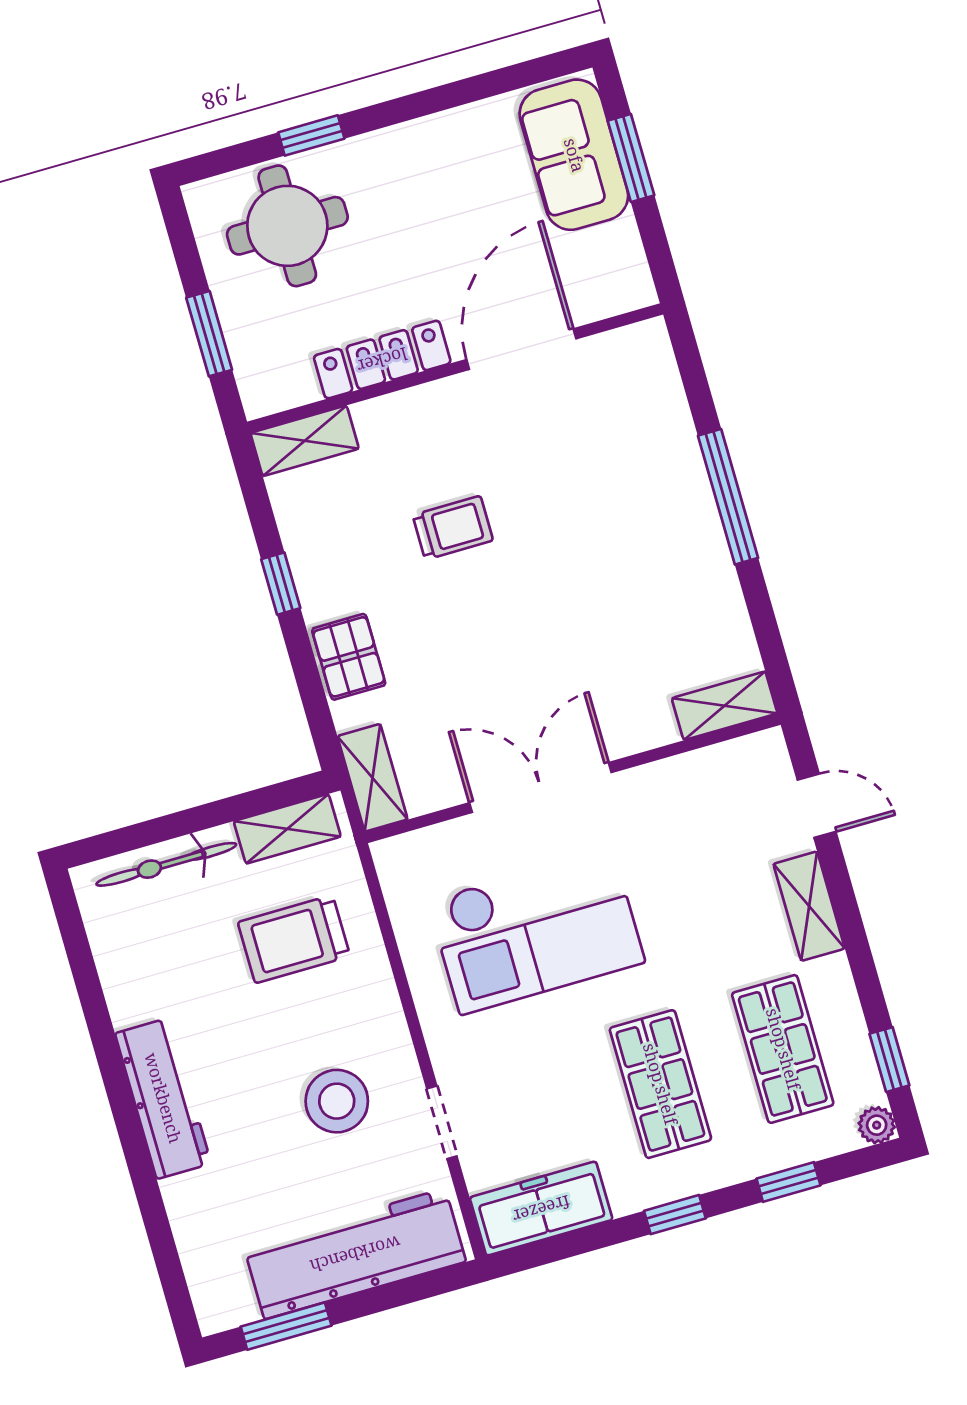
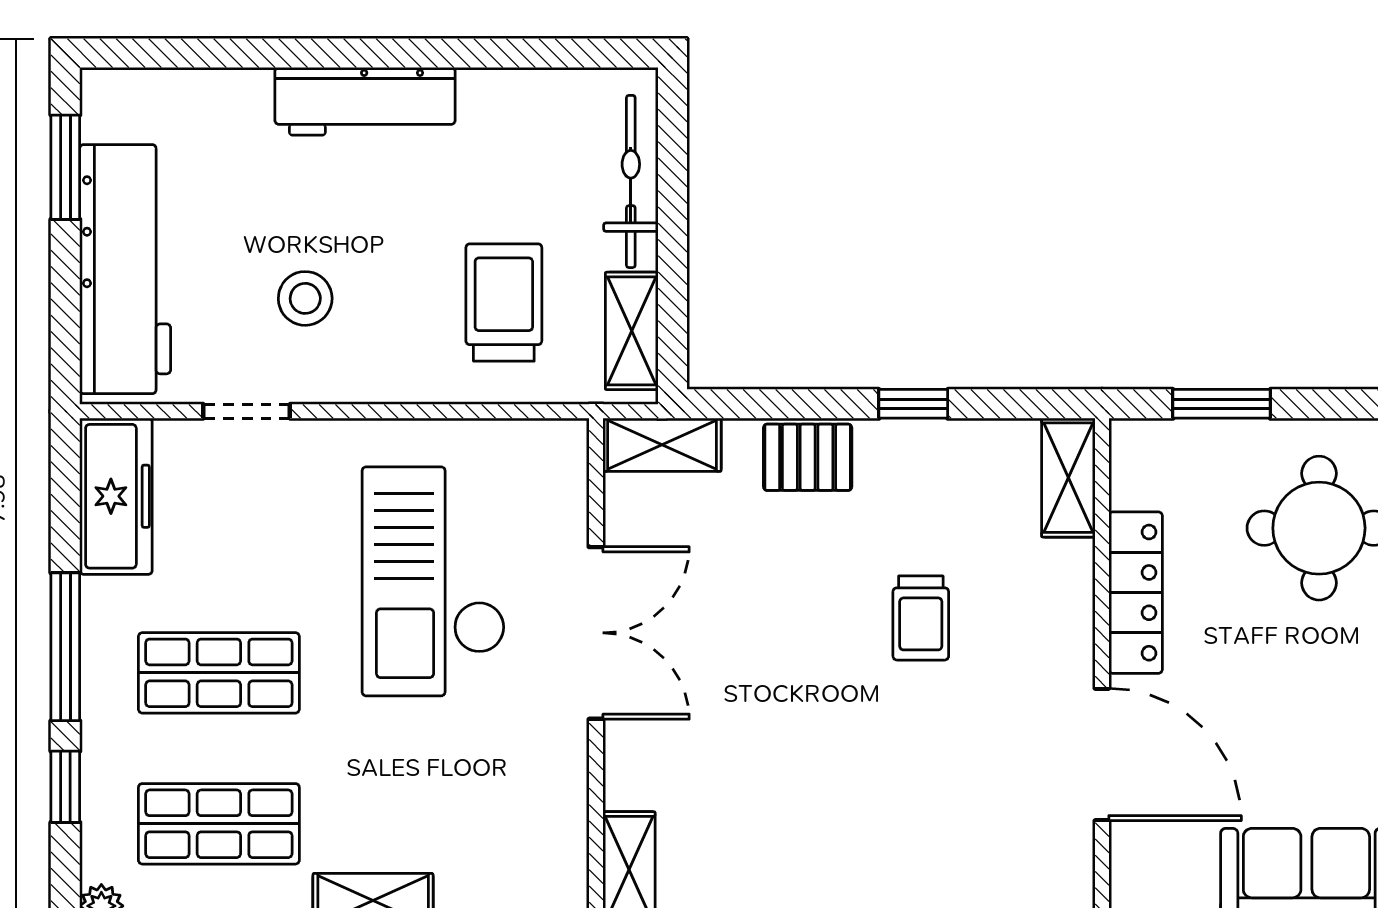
stool: (337, 1101) -> (305, 298), width x0.73, depth x0.73
window: (675, 1215) -> (65, 647), width x2.17

